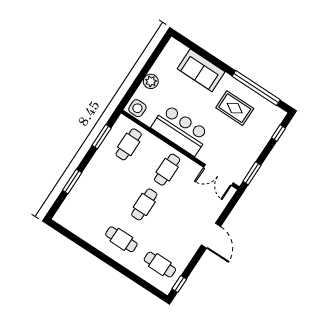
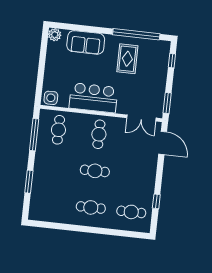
plant: (151, 81) -> (55, 35), moved
rug: (235, 108) -> (127, 59), turned 90
window: (102, 137) -> (34, 135), width x1.44
cafe table: (144, 204) -> (95, 171), turned 90
door: (211, 236) -> (163, 143), moved
window: (179, 284) -> (156, 201), moved

